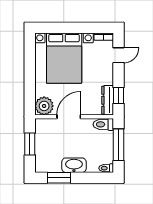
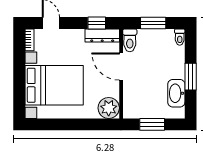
door: (69, 117) -> (121, 66), moved
window: (119, 145) -> (153, 23), width x0.69
washbasin: (74, 165) -> (176, 93), moved
window: (59, 178) -> (191, 77), moved

